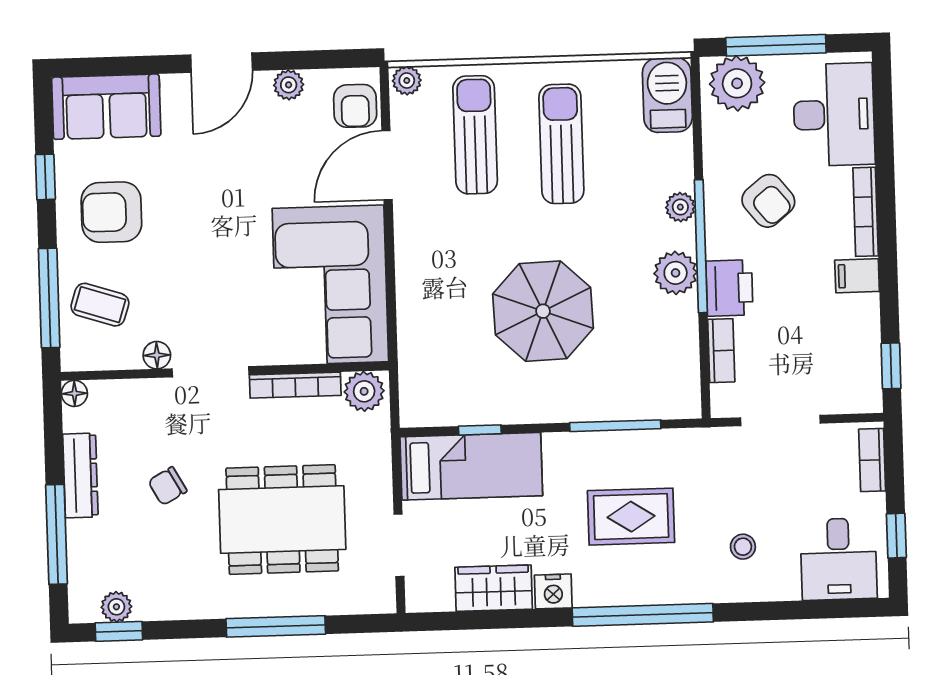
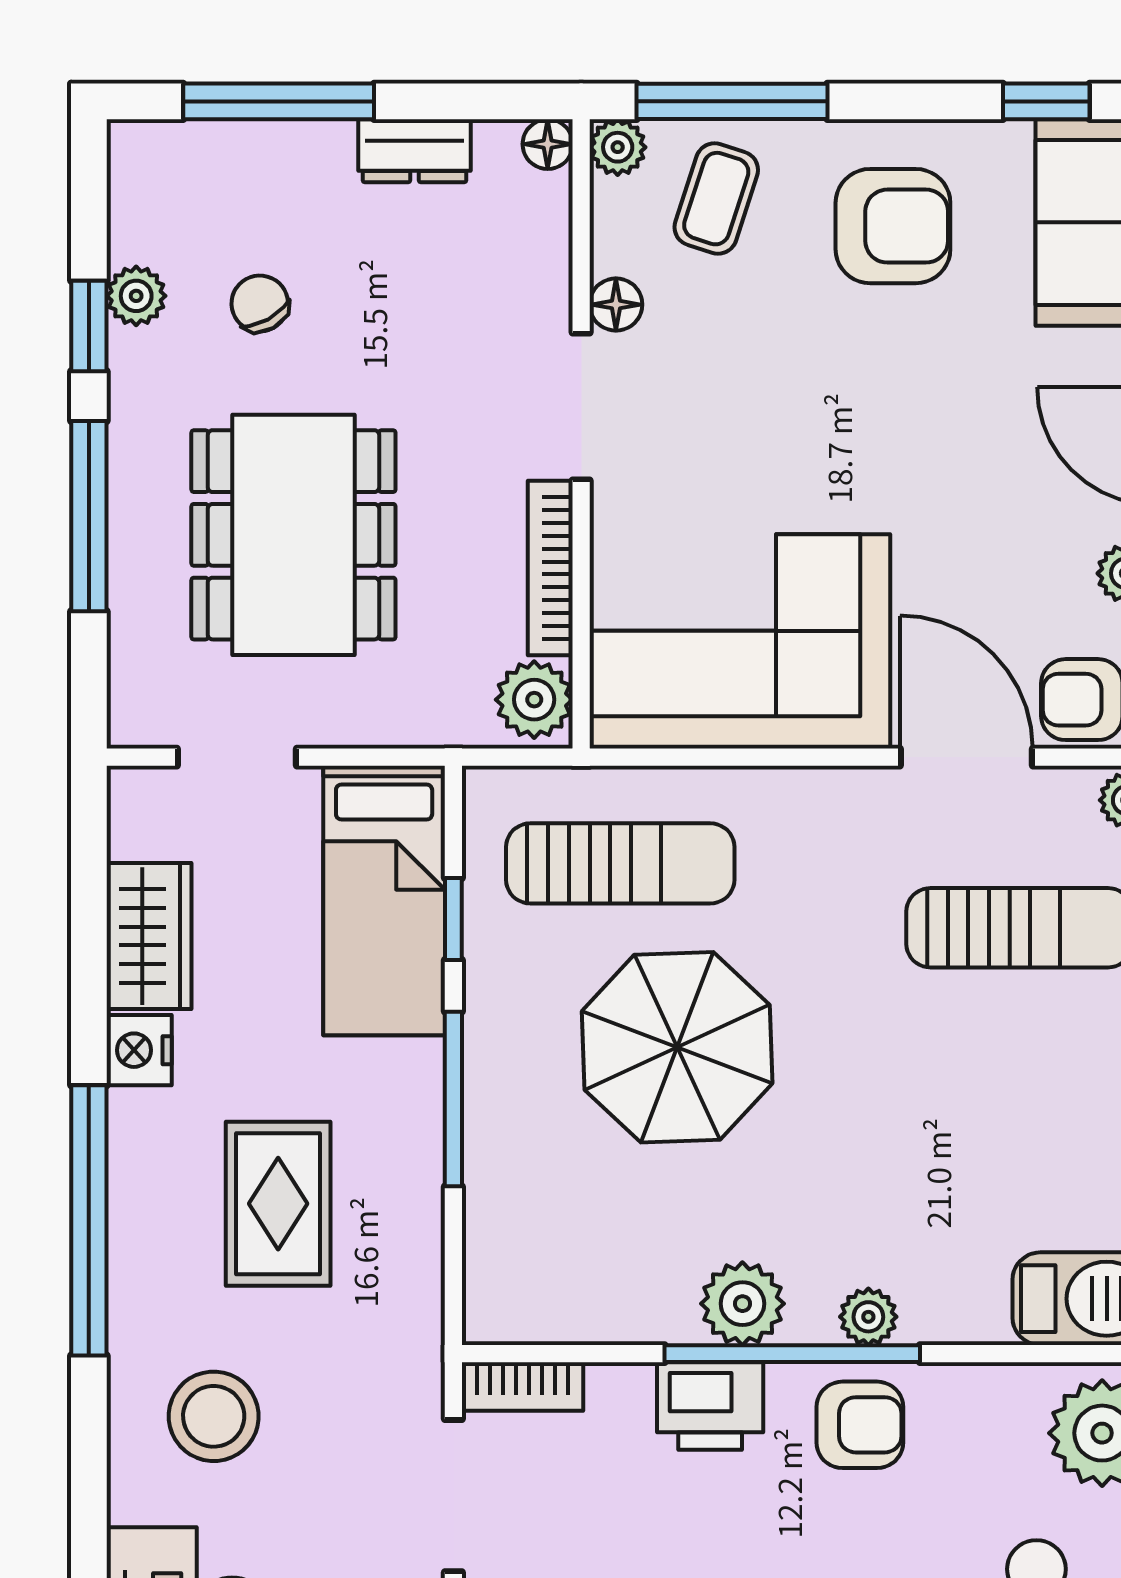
sun lounger: (561, 144) -> (620, 863), moved
window: (45, 177) -> (1046, 101), moved
armchair: (768, 201) -> (860, 1425), moved, turned -141
armchair: (111, 212) -> (893, 226), turned 90
bookcase: (721, 351) -> (523, 1387), moved
plant: (75, 357) -> (618, 147), added
window: (615, 426) -> (453, 1099), moved
dresser: (80, 475) -> (414, 151), width x0.70
chair: (167, 486) -> (260, 304), moved
stool: (743, 547) -> (214, 1416), width x1.89, depth x1.89
plant: (116, 607) -> (136, 296), moved
window: (119, 631) -> (89, 326), moved

